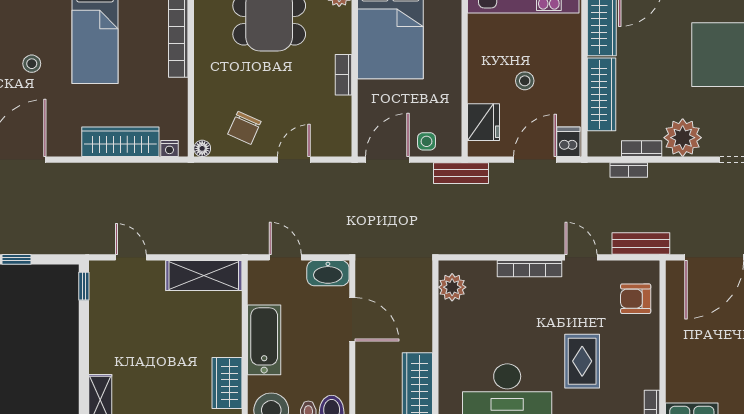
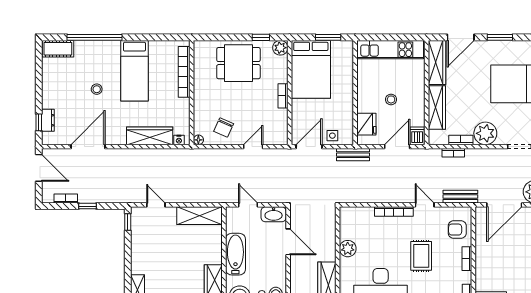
plant: (452, 287) -> (348, 249), moved
bookcase: (652, 348) -> (467, 259), added
rug: (582, 361) -> (421, 256), moved

